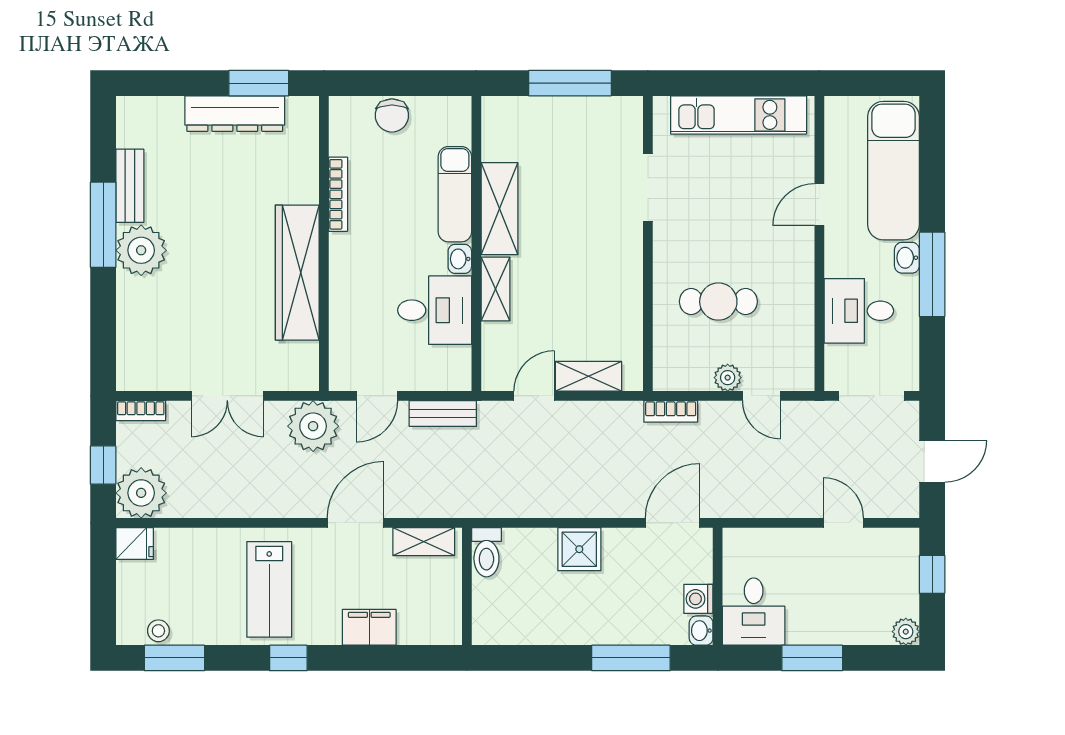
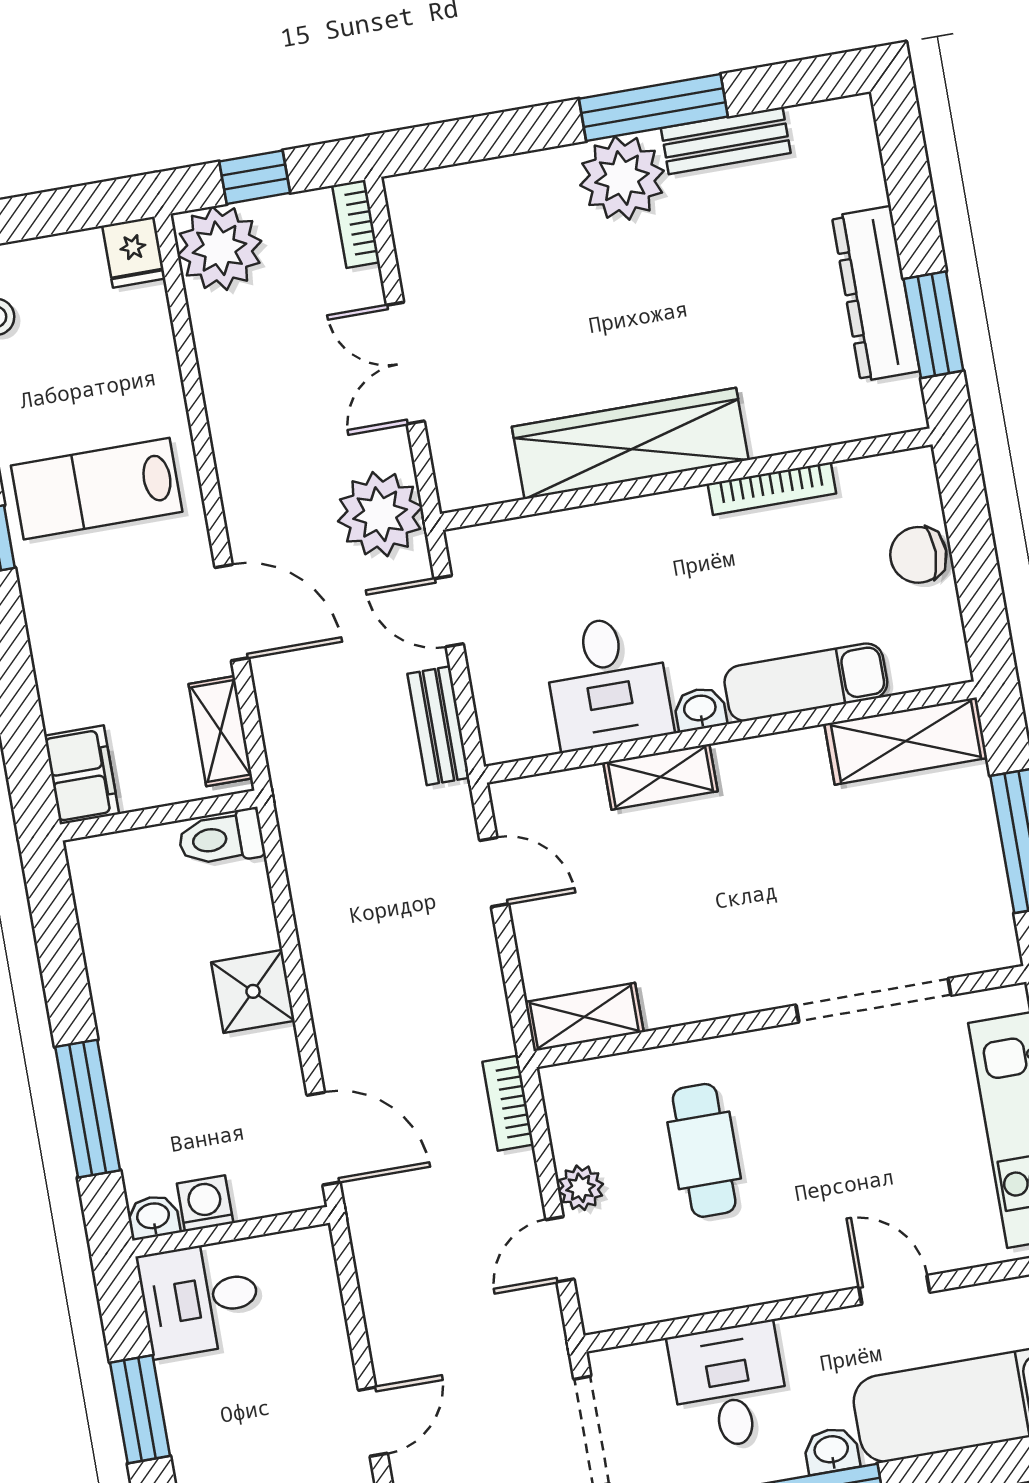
doorway: (648, 187) -> (873, 1000), width x1.36
shelving: (499, 209) -> (906, 741), moved
shelving: (588, 376) -> (584, 1017), moved, turned 90
filing cabinet: (369, 627) -> (82, 775), moved

